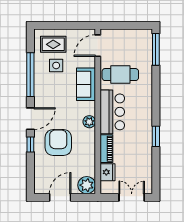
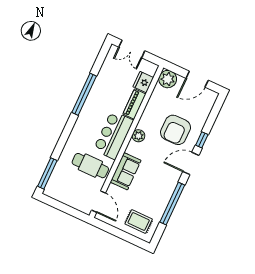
door: (98, 46) -> (99, 202), hinge flipped
side table: (56, 65) -> (145, 201), removed
window: (156, 136) -> (84, 94), width x2.11

